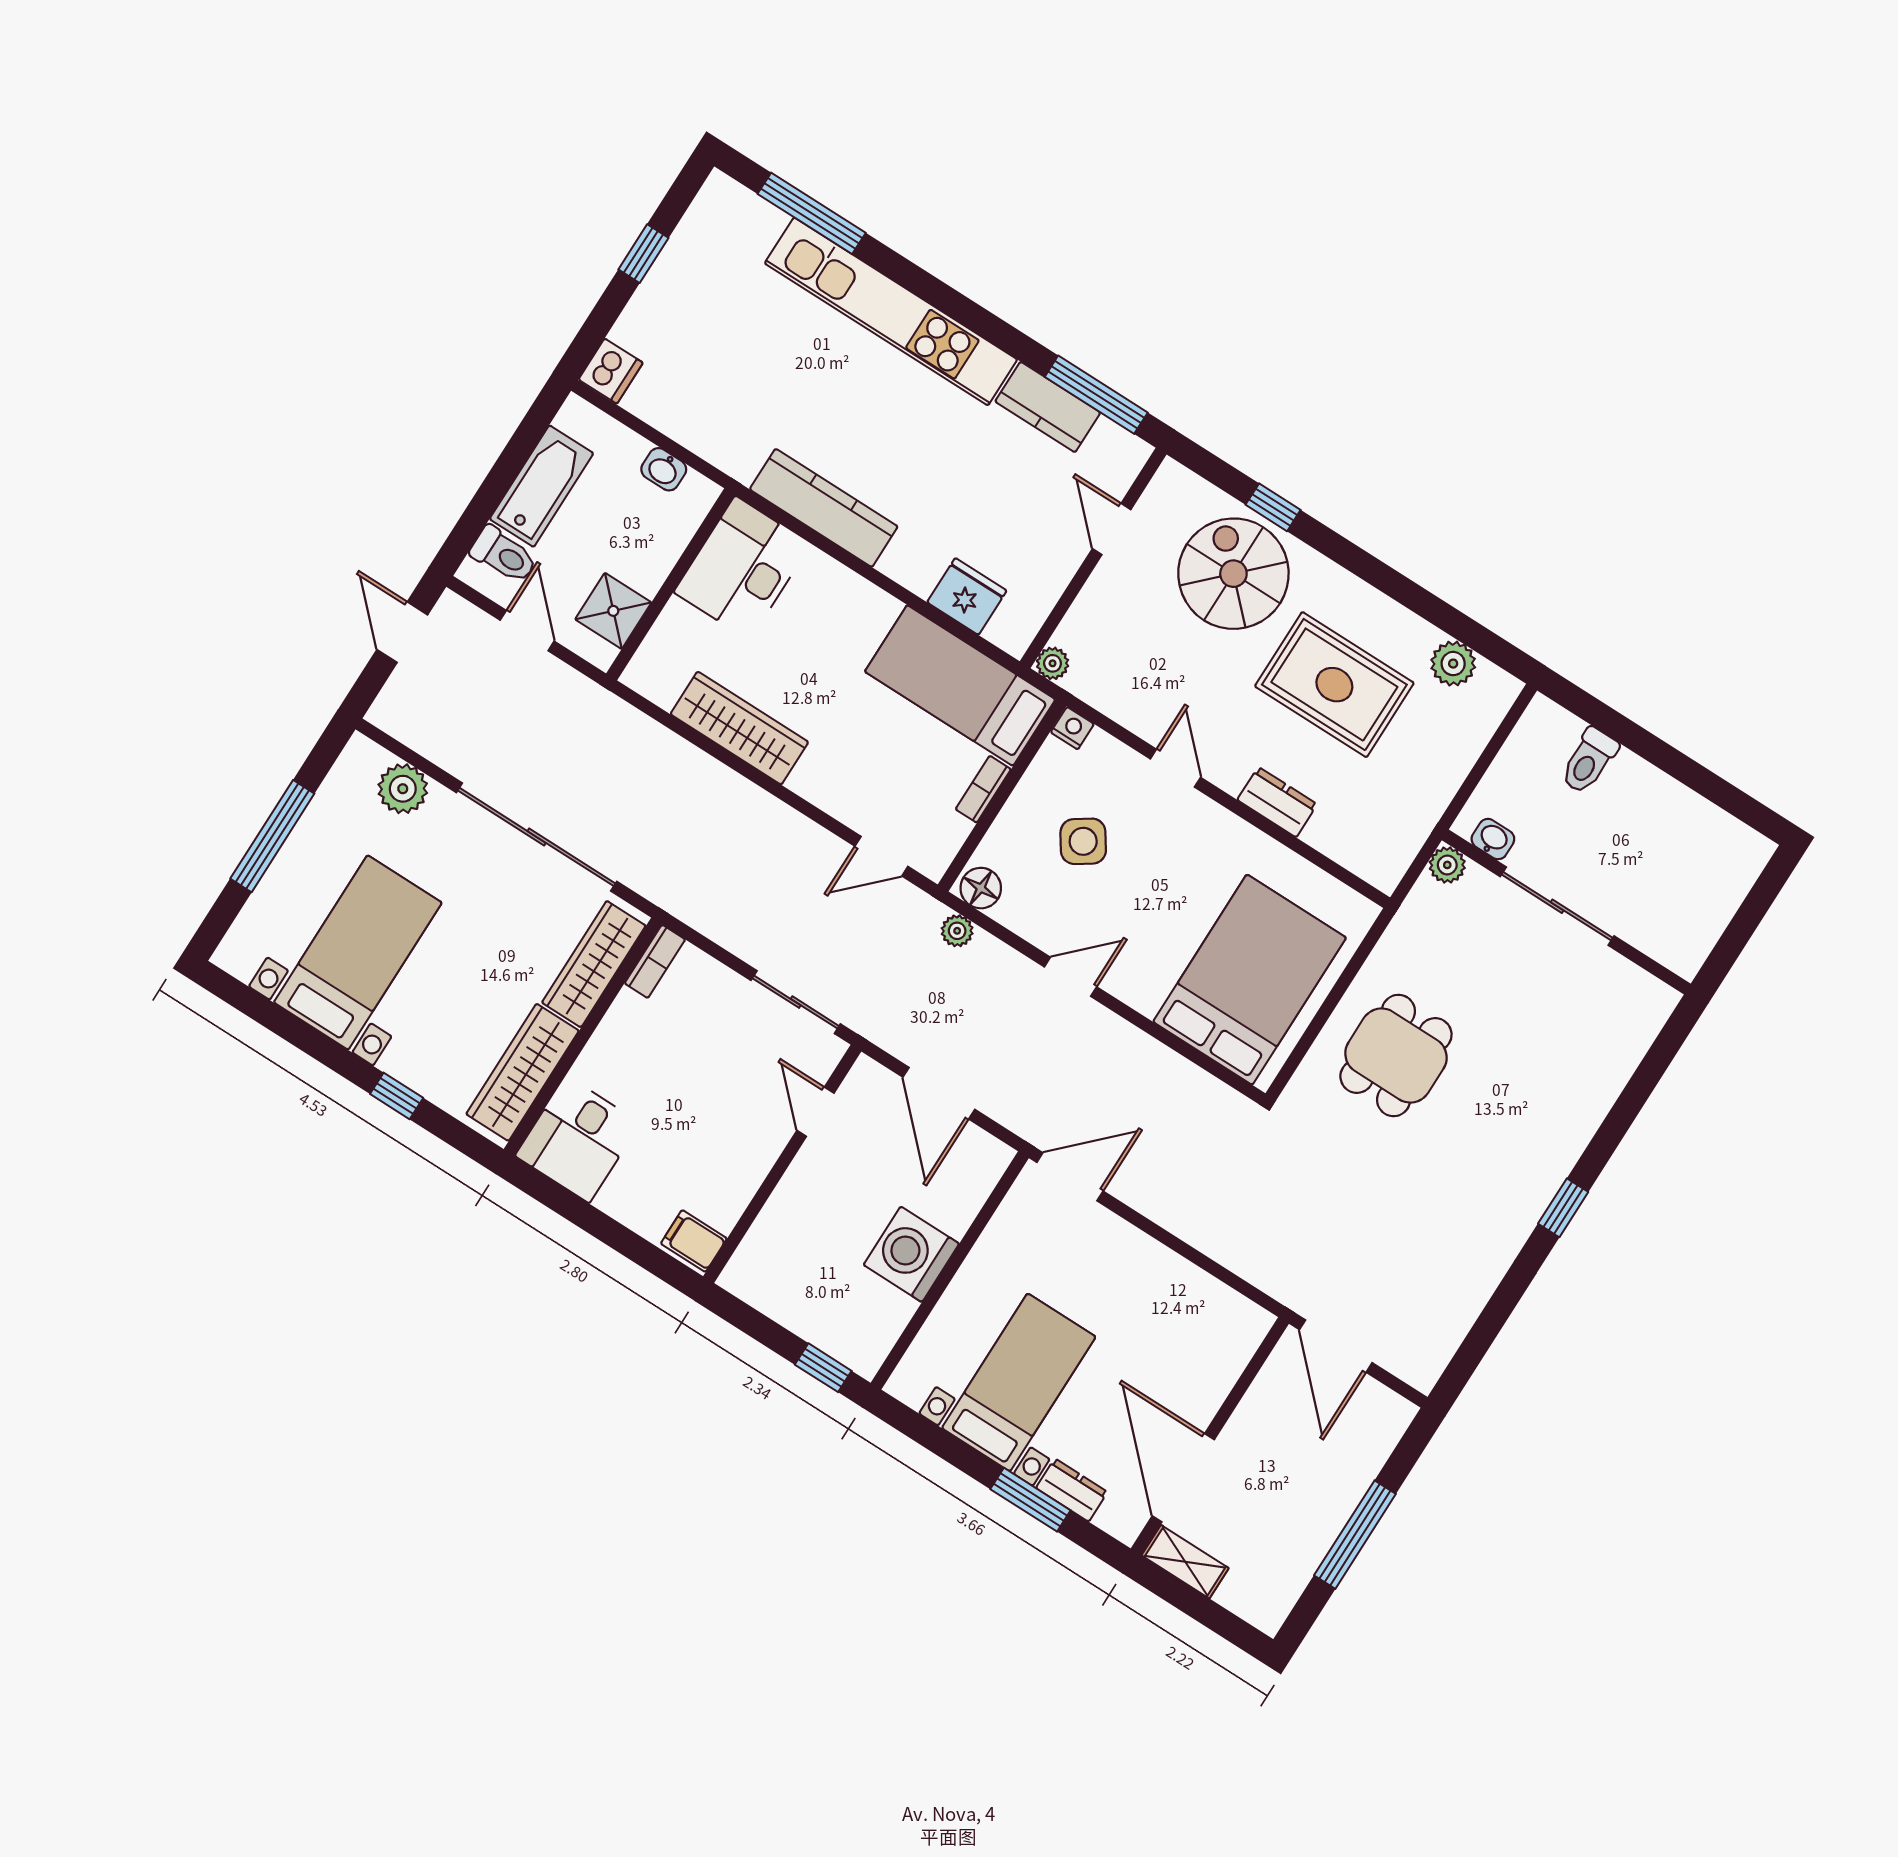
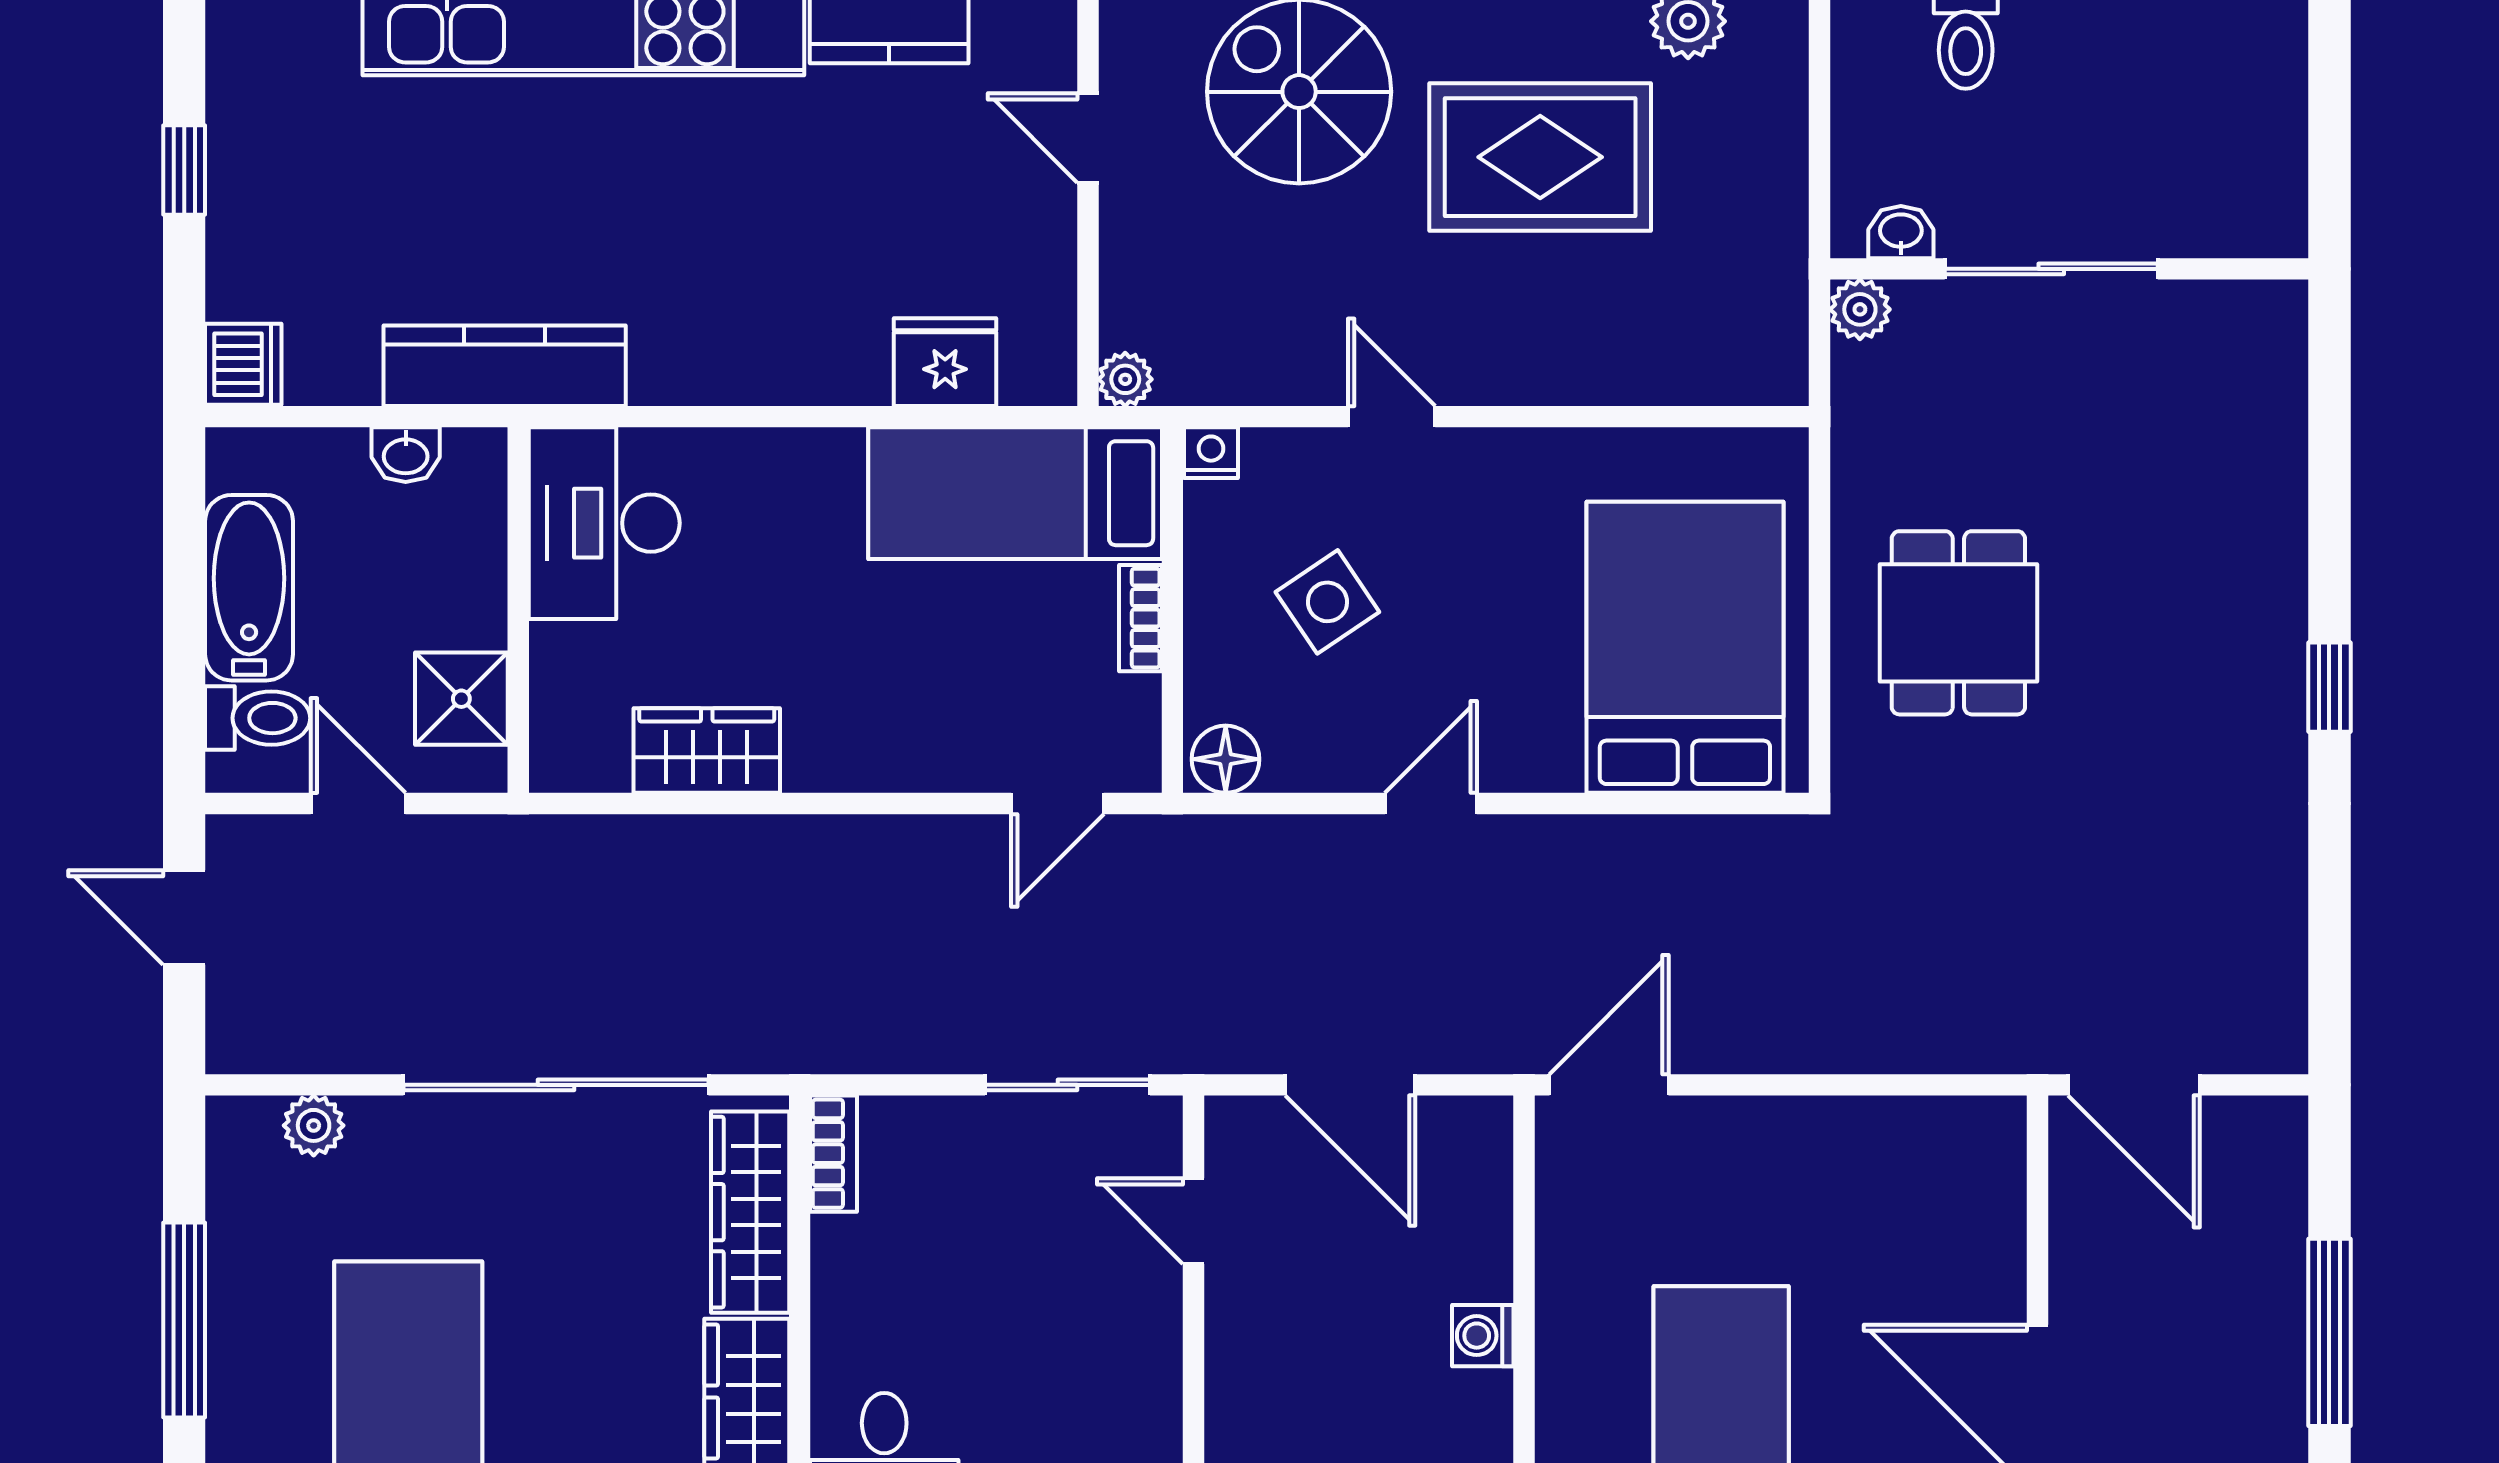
kitchen counter: (824, 508) -> (505, 366), moved
wardrobe: (739, 728) -> (707, 750), width x0.67
plant: (403, 789) -> (314, 1125), width x0.73, depth x0.73
dresser: (1277, 802) -> (1565, 373), removed
plant: (957, 931) -> (1231, 840), removed
washing machine: (911, 1254) -> (1483, 1336), width x0.53, depth x0.53

